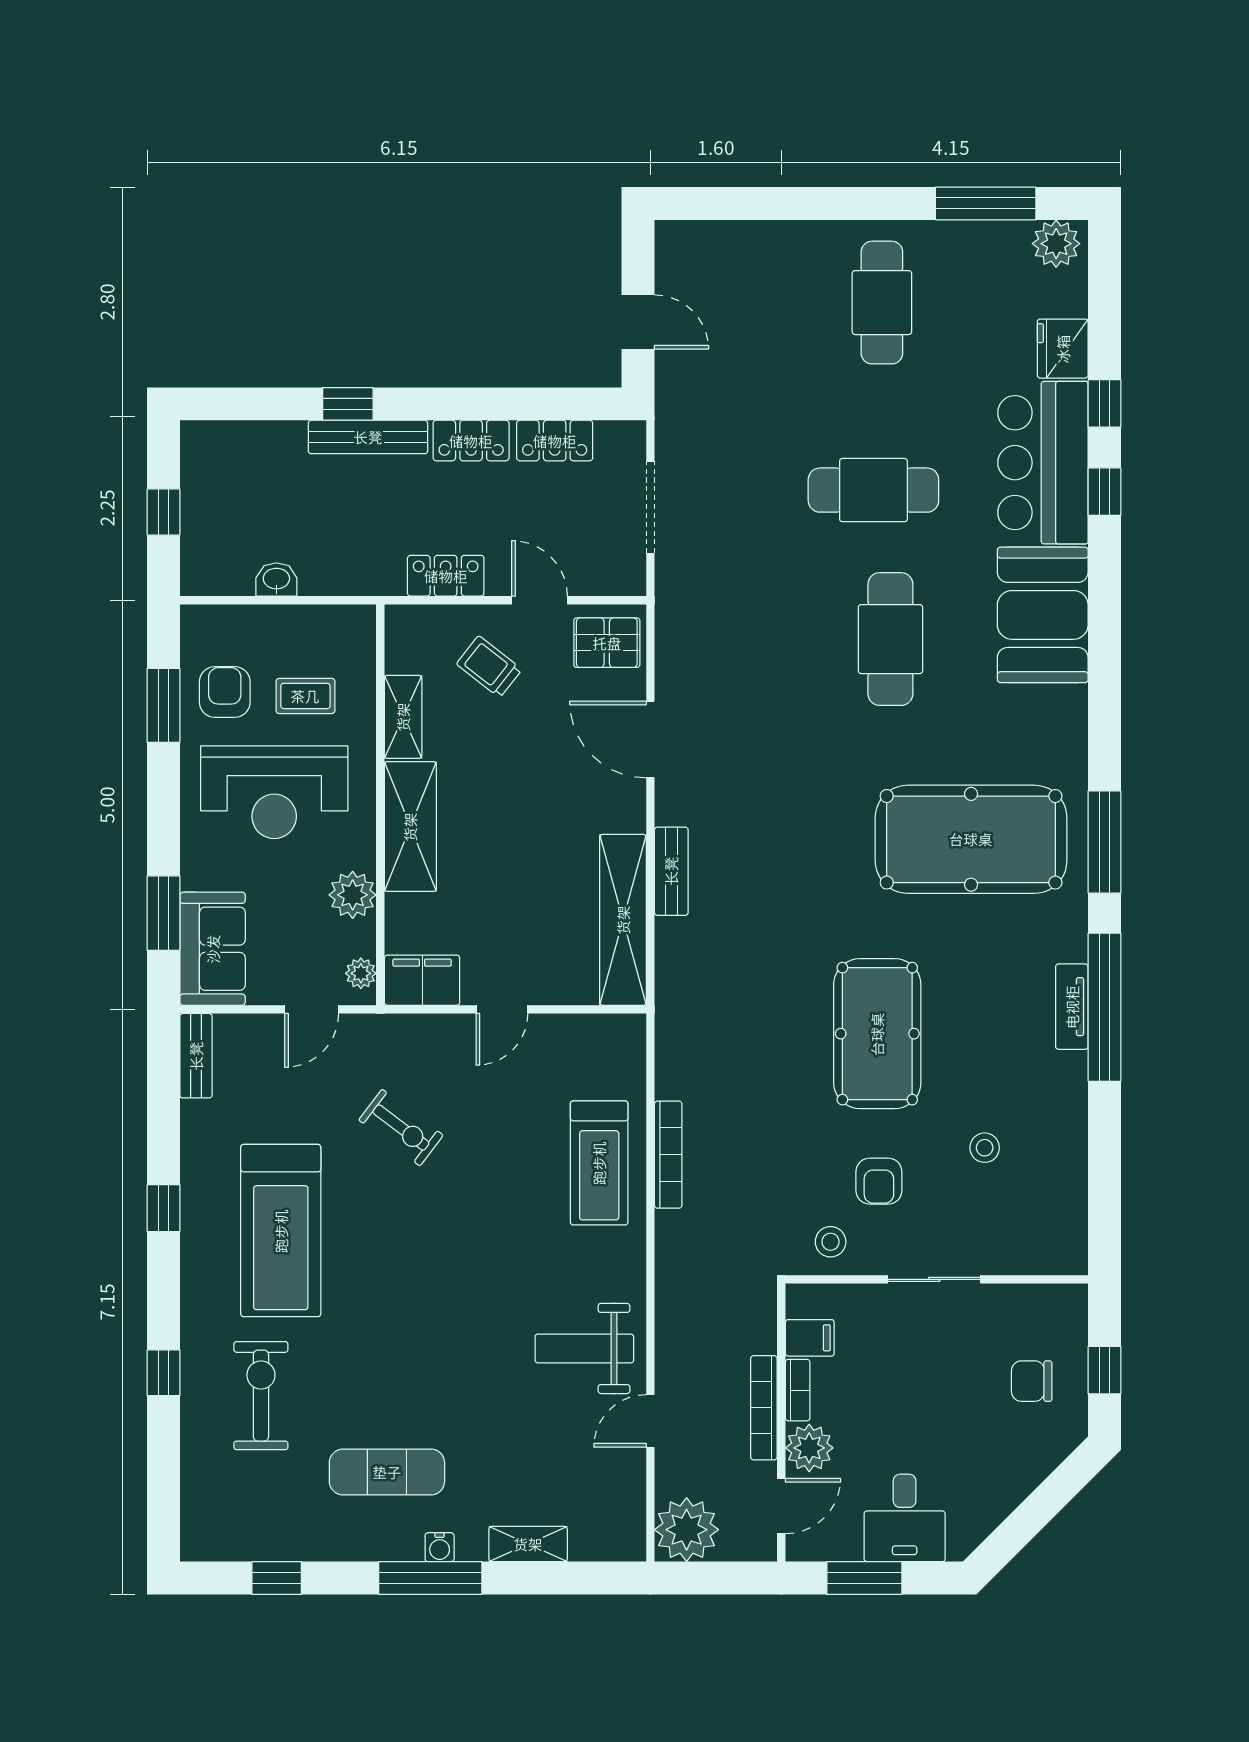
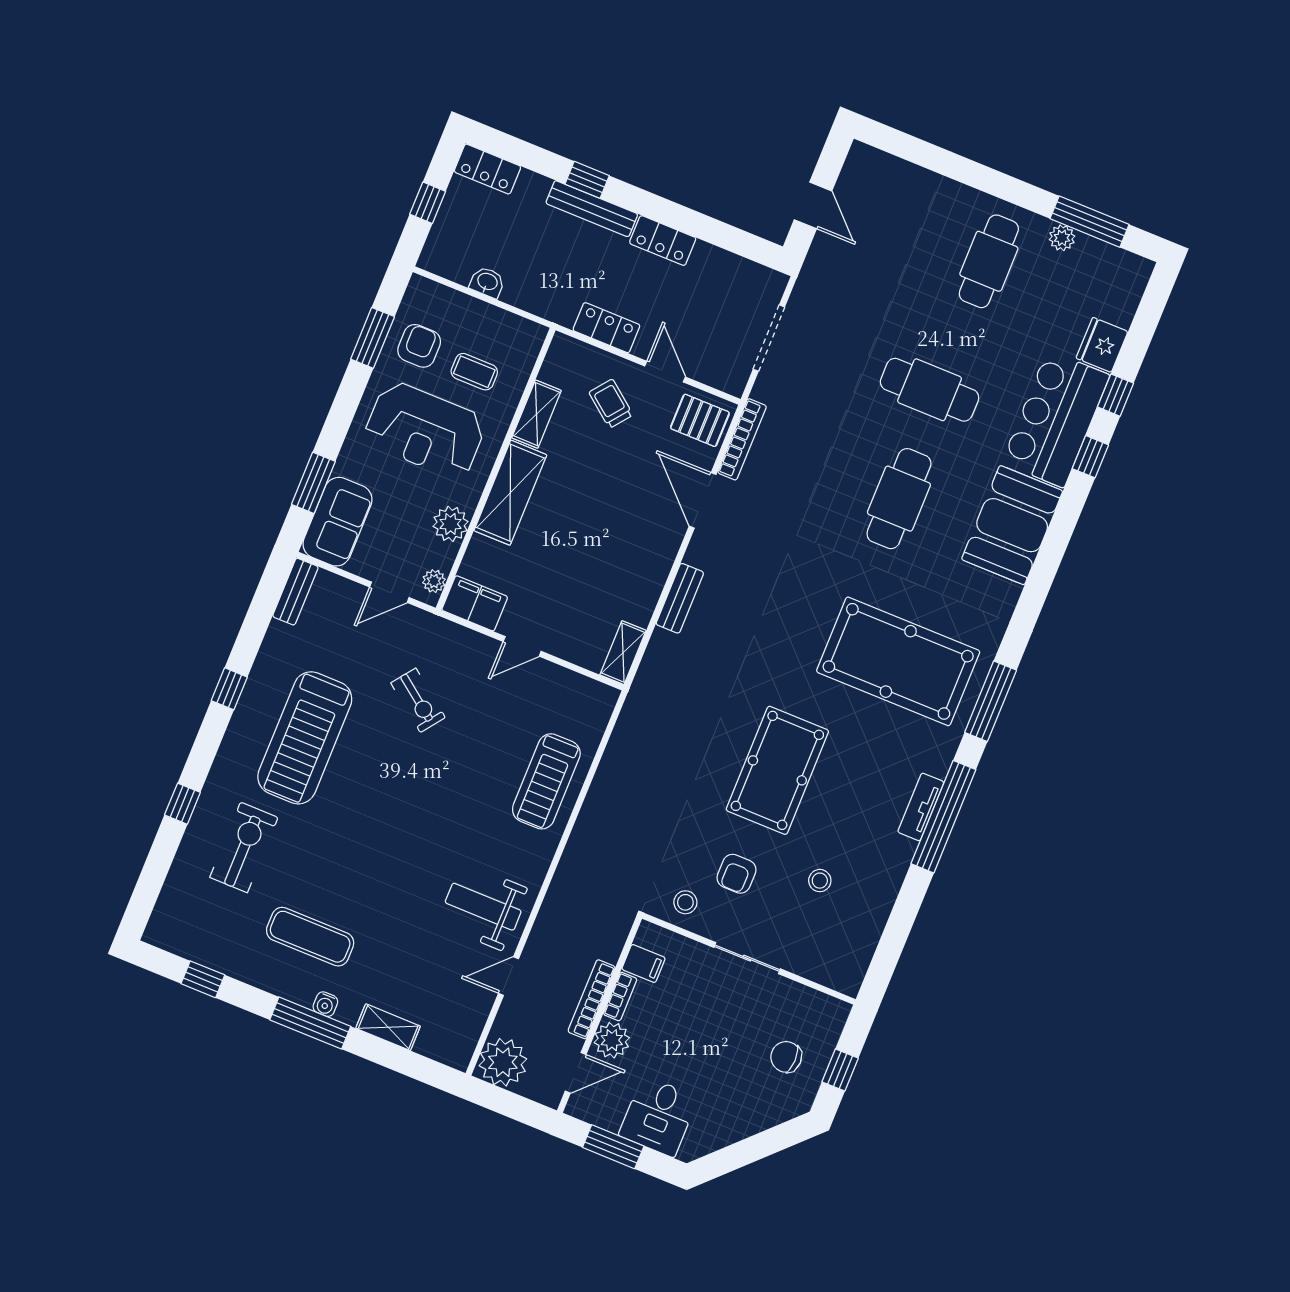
plant: (1056, 244) -> (1062, 238), moved, width x0.73, depth x0.73
locker: (555, 441) -> (487, 169), moved
shelving: (623, 920) -> (623, 653), width x0.45, depth x0.75
bookcase: (668, 1155) -> (742, 439), moved

